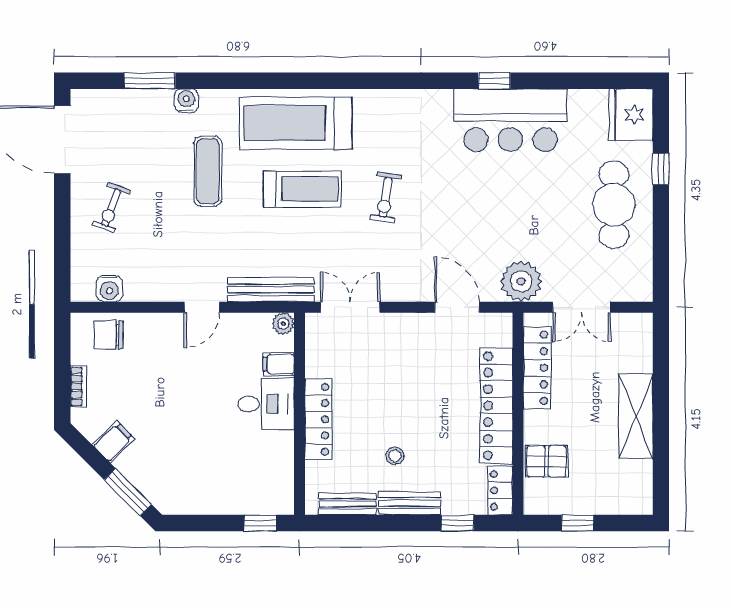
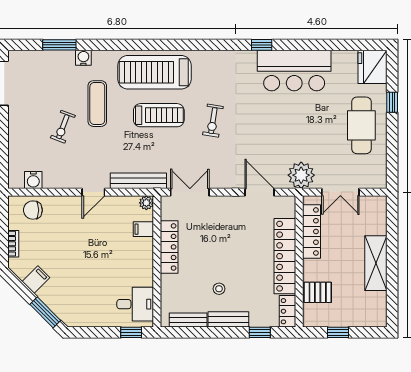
window: (494, 81) -> (262, 45), moved
exercise bike: (111, 208) -> (63, 127), moved
desk: (266, 404) -> (135, 304), moved
locker: (318, 419) -> (169, 247), moved

